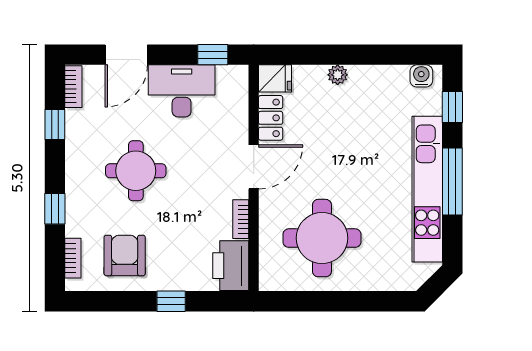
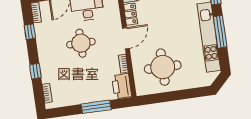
round table: (136, 171) -> (81, 43), moved
armchair: (125, 255) -> (71, 88), removed
window: (171, 301) -> (96, 107), width x2.17

